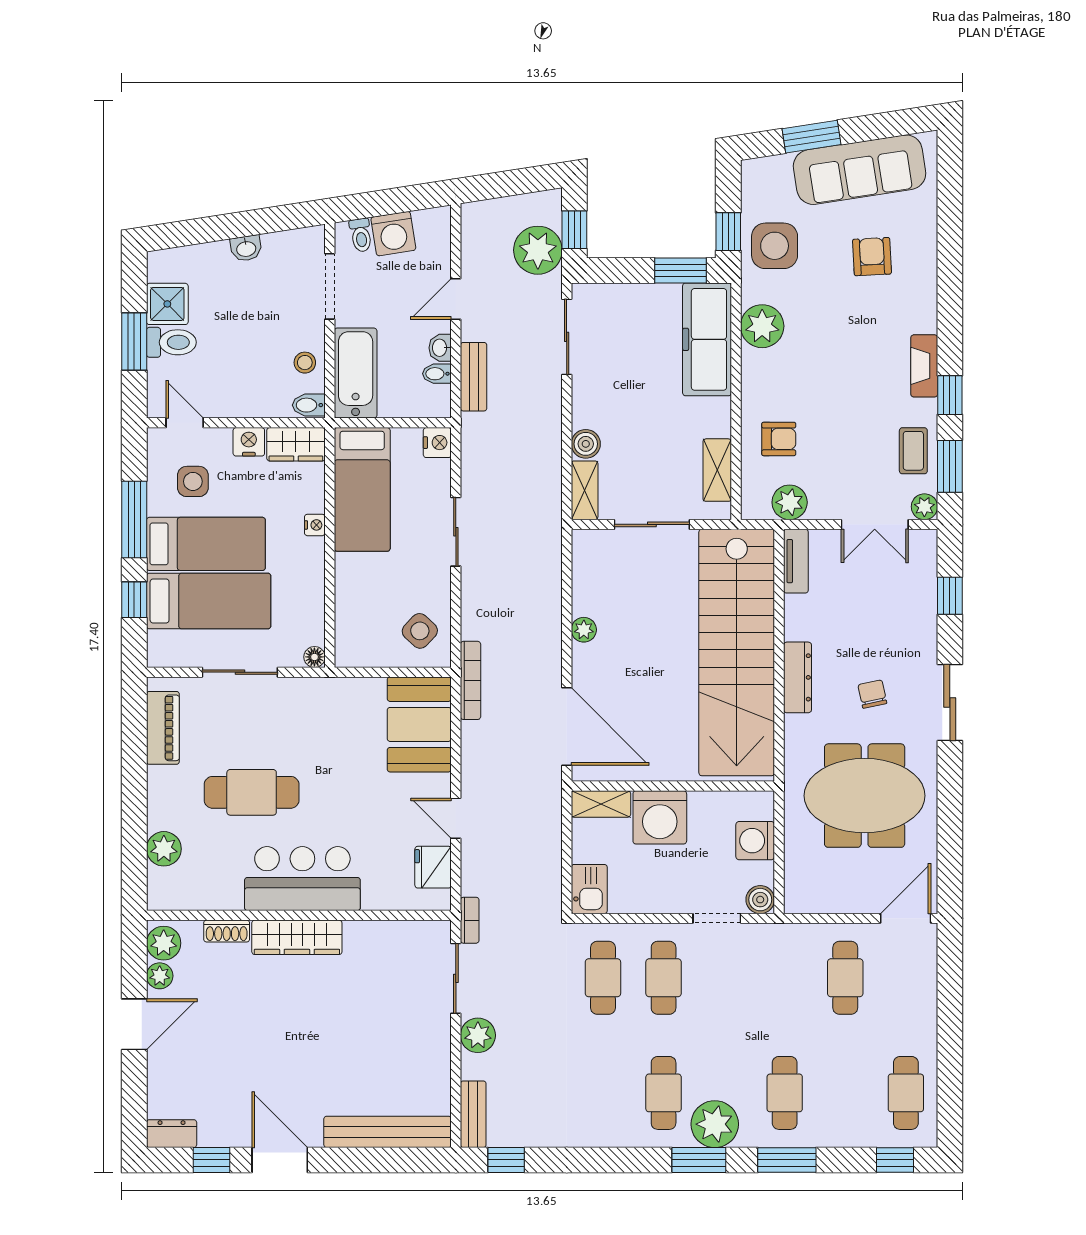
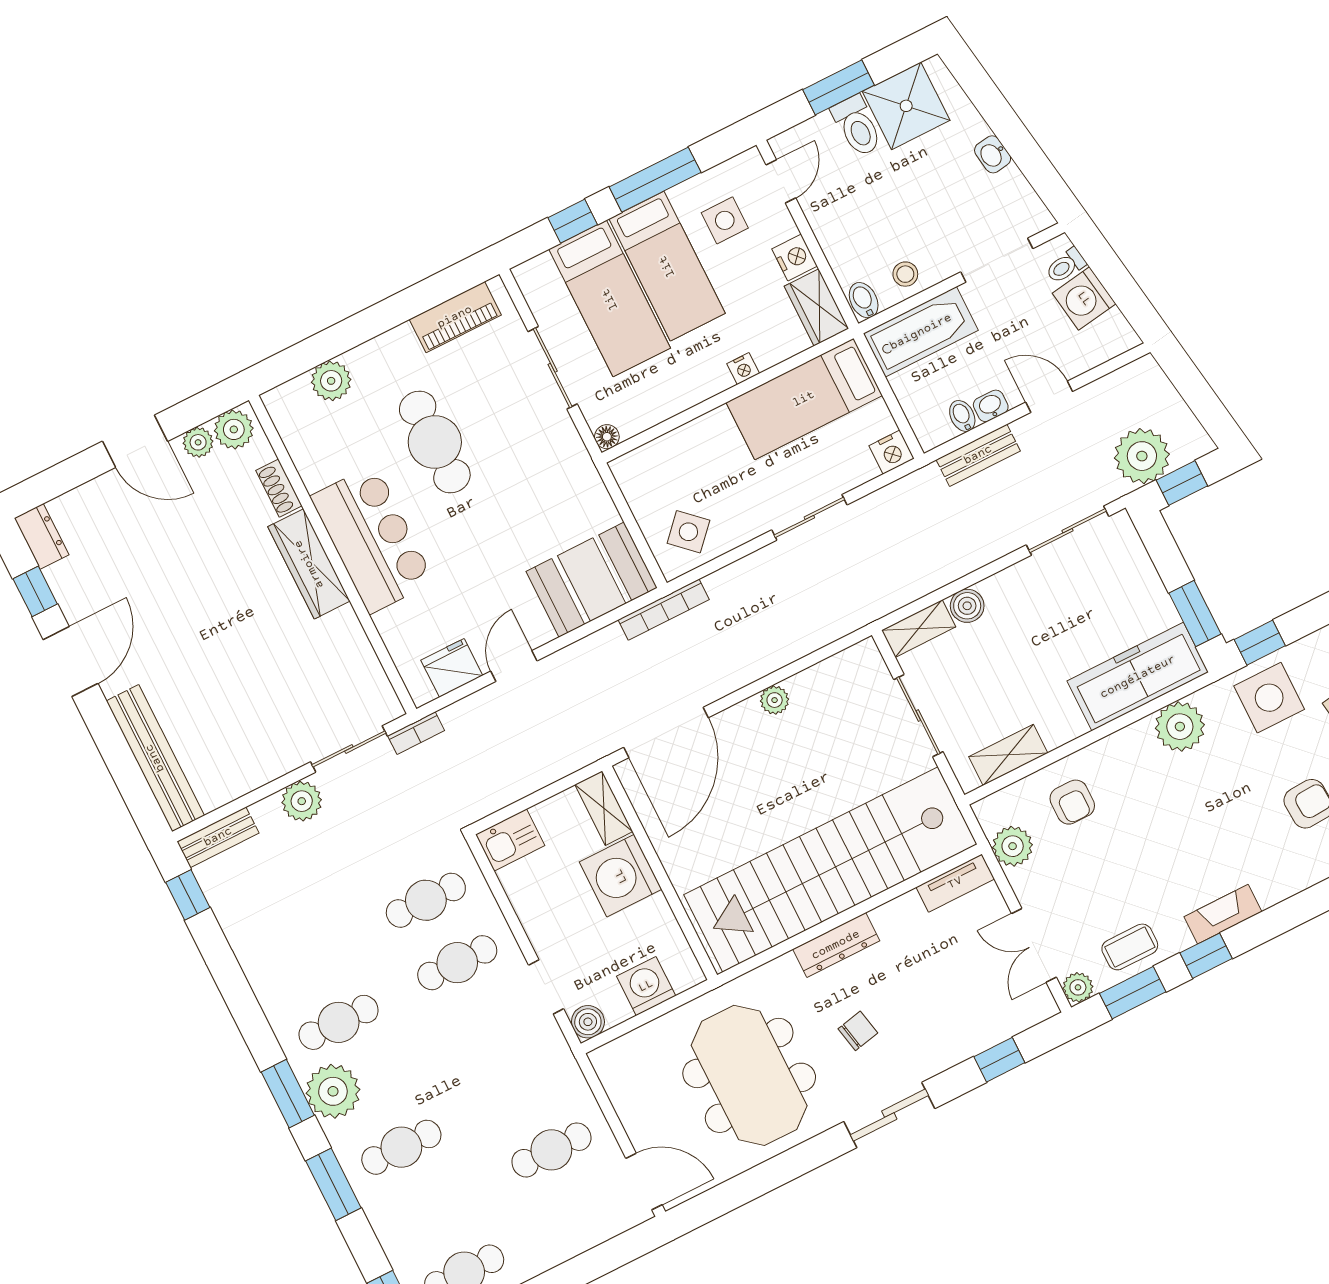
shower: (167, 304) -> (906, 106), width x1.36, depth x1.36

